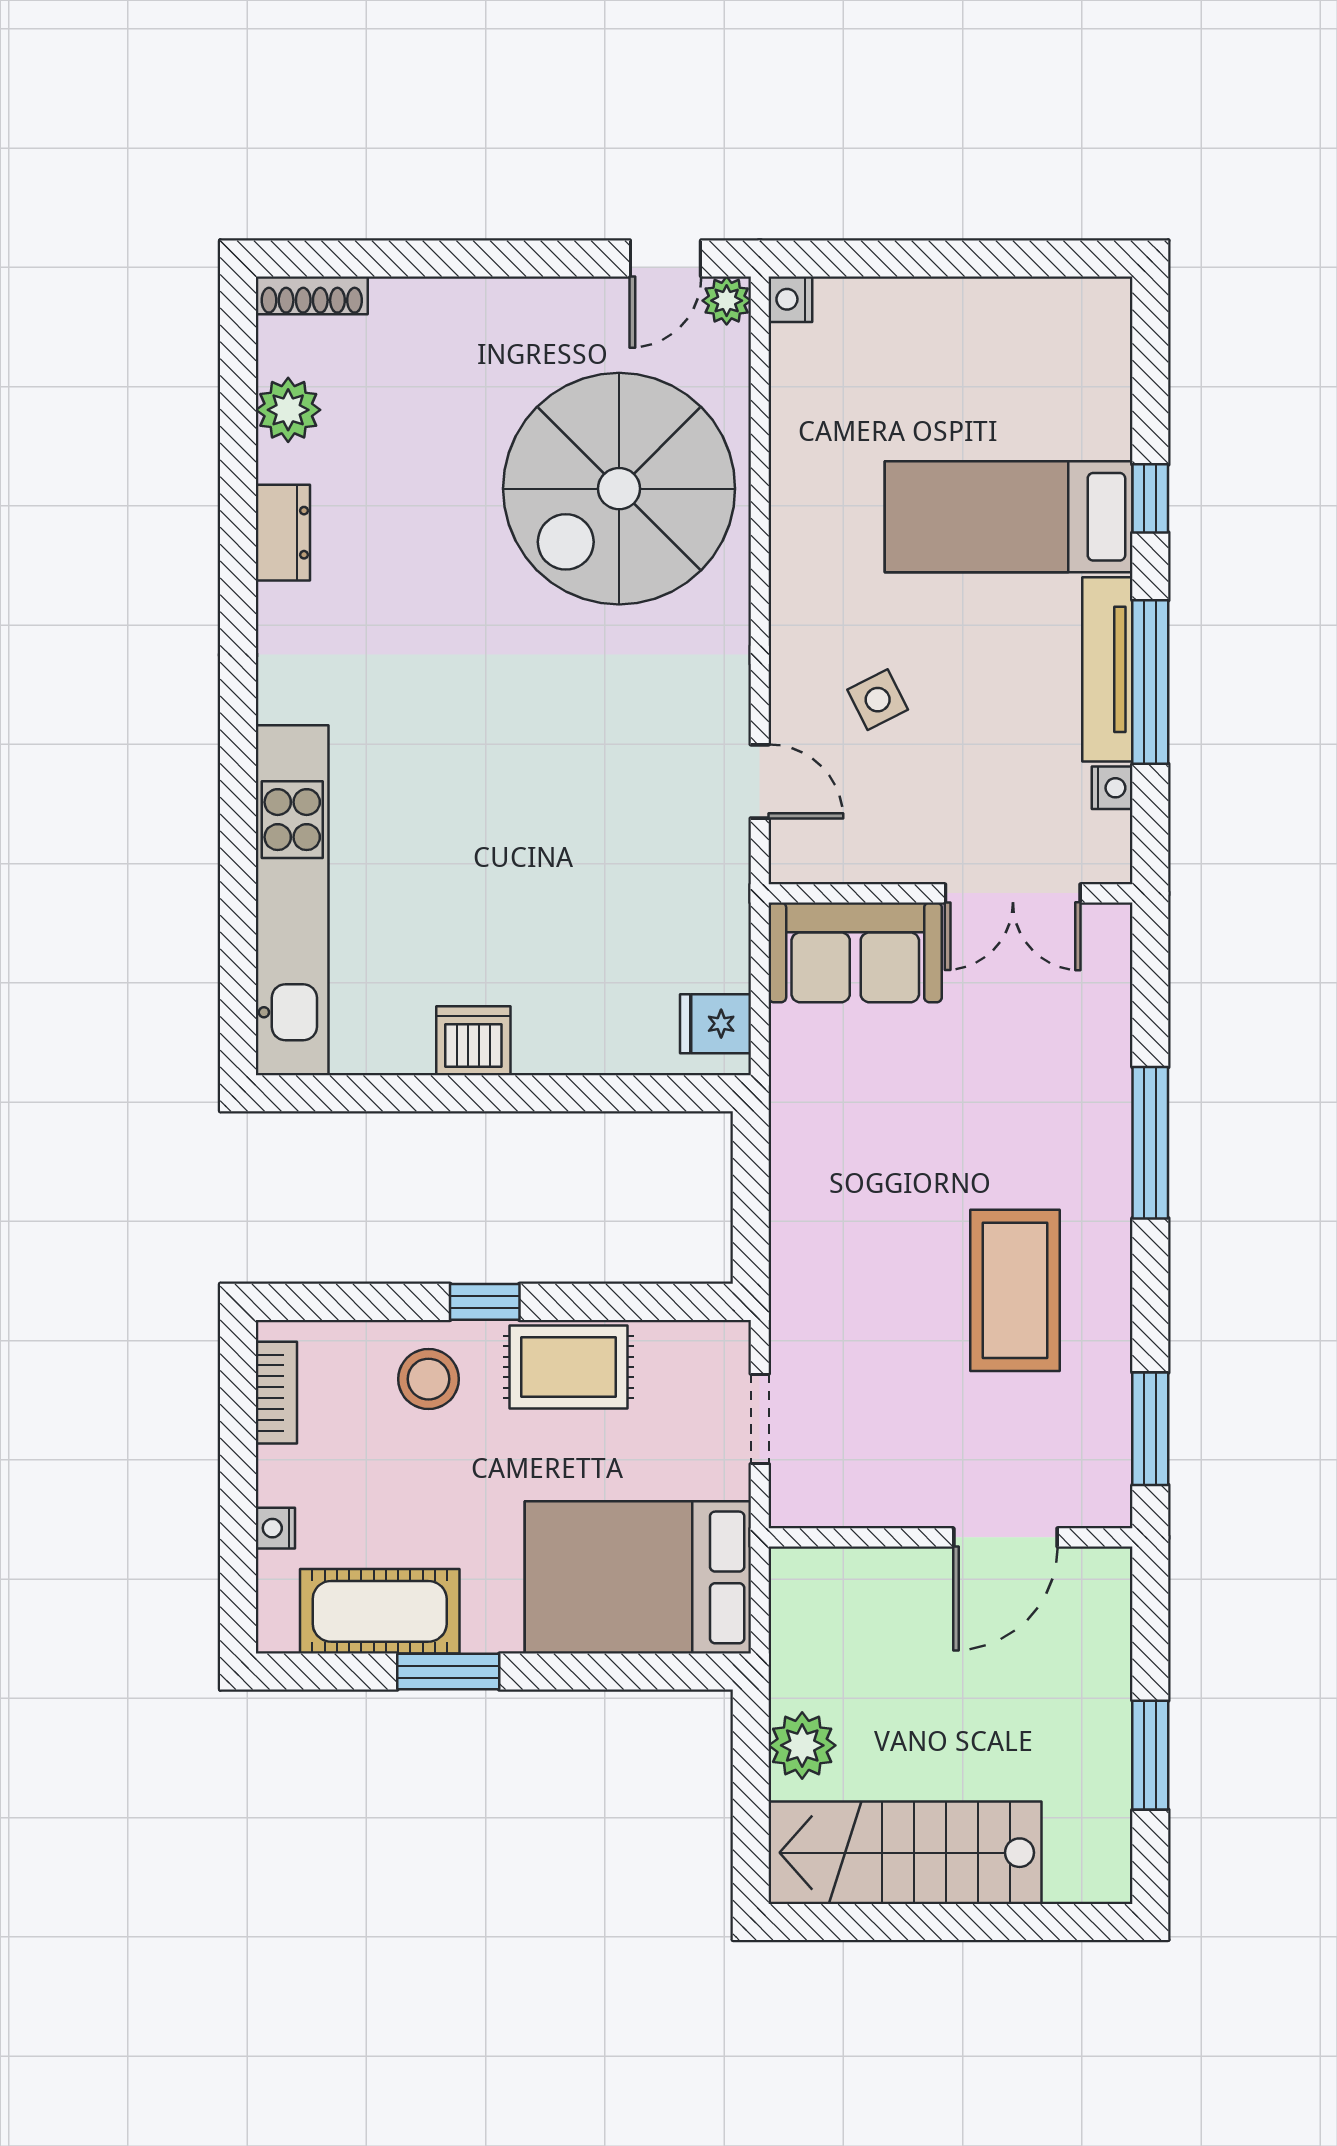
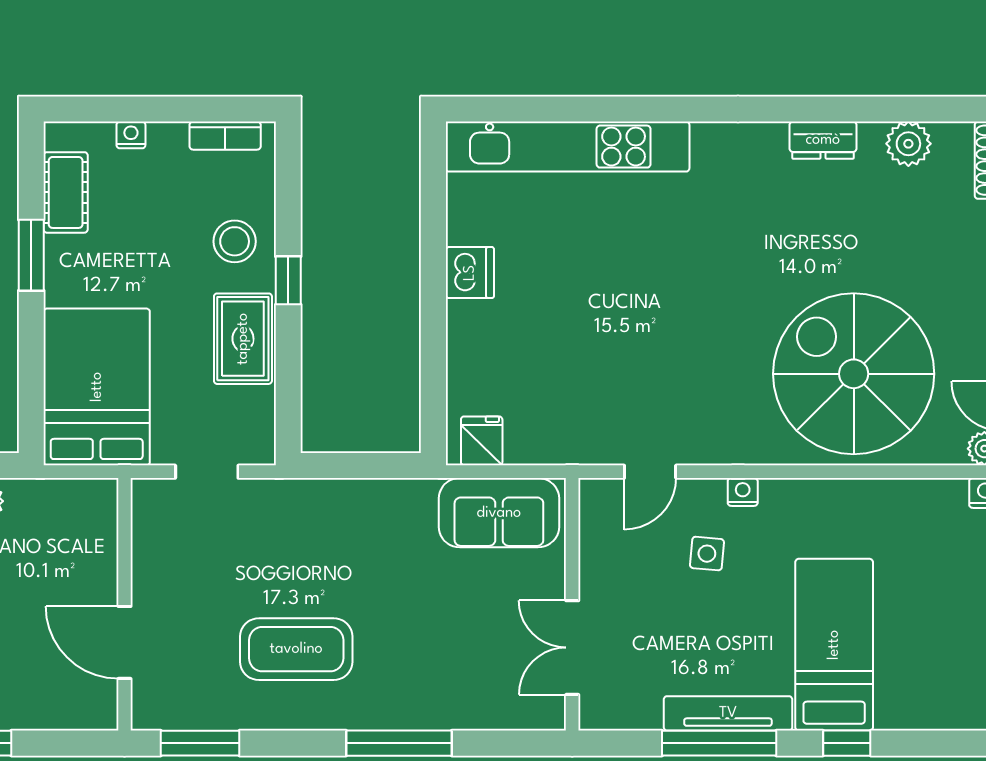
side table: (878, 700) -> (707, 554), turned 32
nightstand: (1112, 788) -> (743, 492), moved, turned 180
sofa: (855, 952) -> (499, 513), moved, turned -90
cot: (380, 1611) -> (66, 192), width x0.73, depth x0.75

